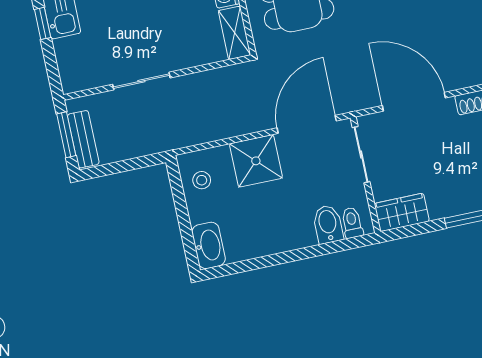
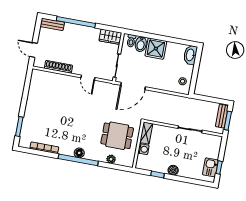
door: (414, 102) -> (88, 78), width x0.53
shower: (256, 161) -> (156, 49), moved

